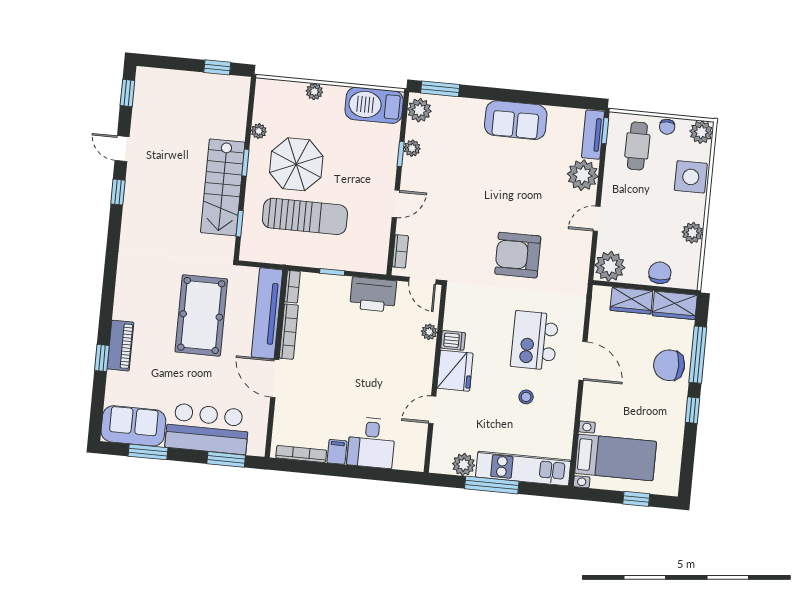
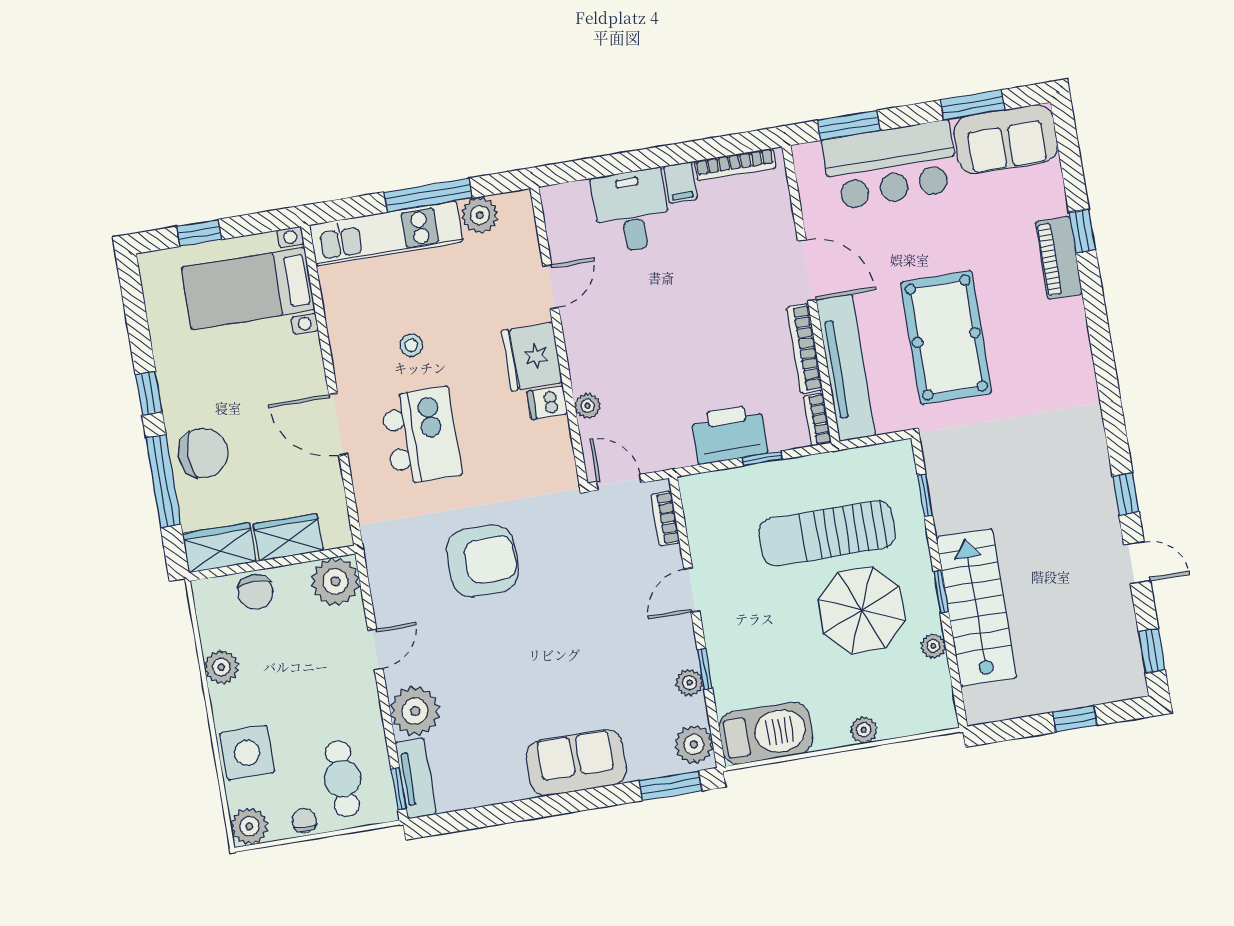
window: (217, 67) -> (1075, 719), moved
sofa: (516, 120) -> (576, 763), moved
stairs: (223, 187) -> (976, 608), moved
printer: (373, 294) -> (729, 434), moved

